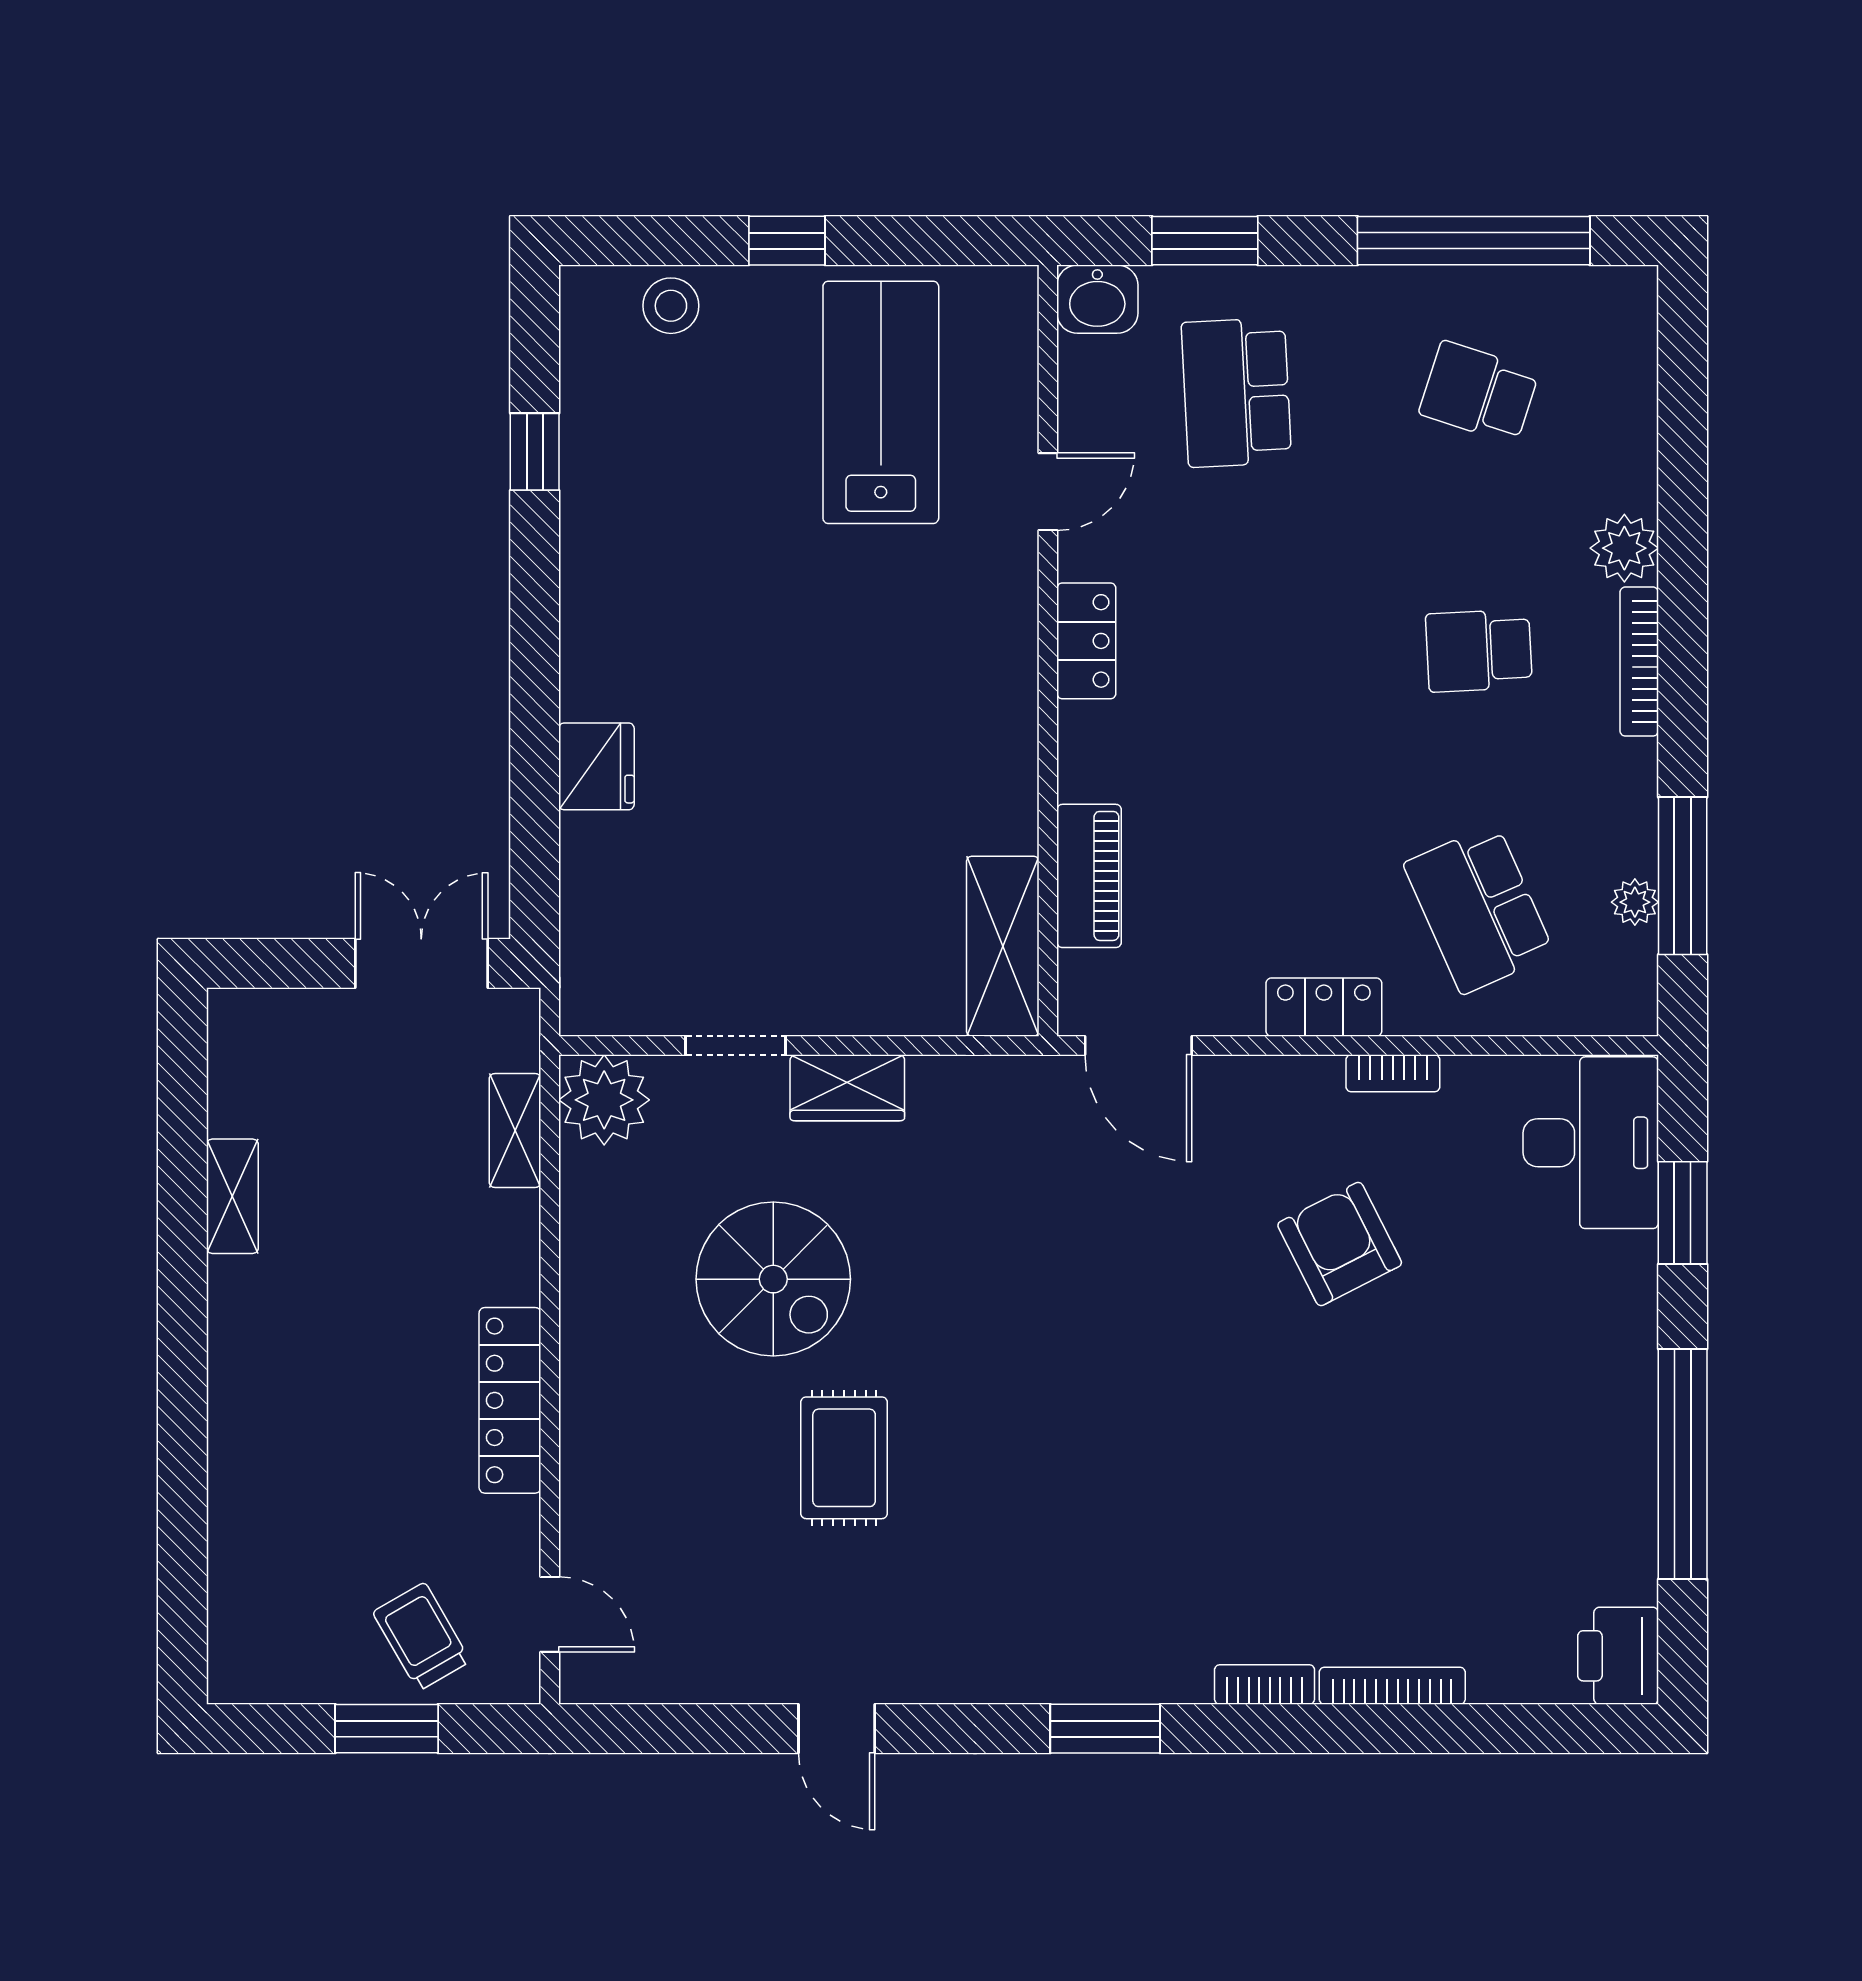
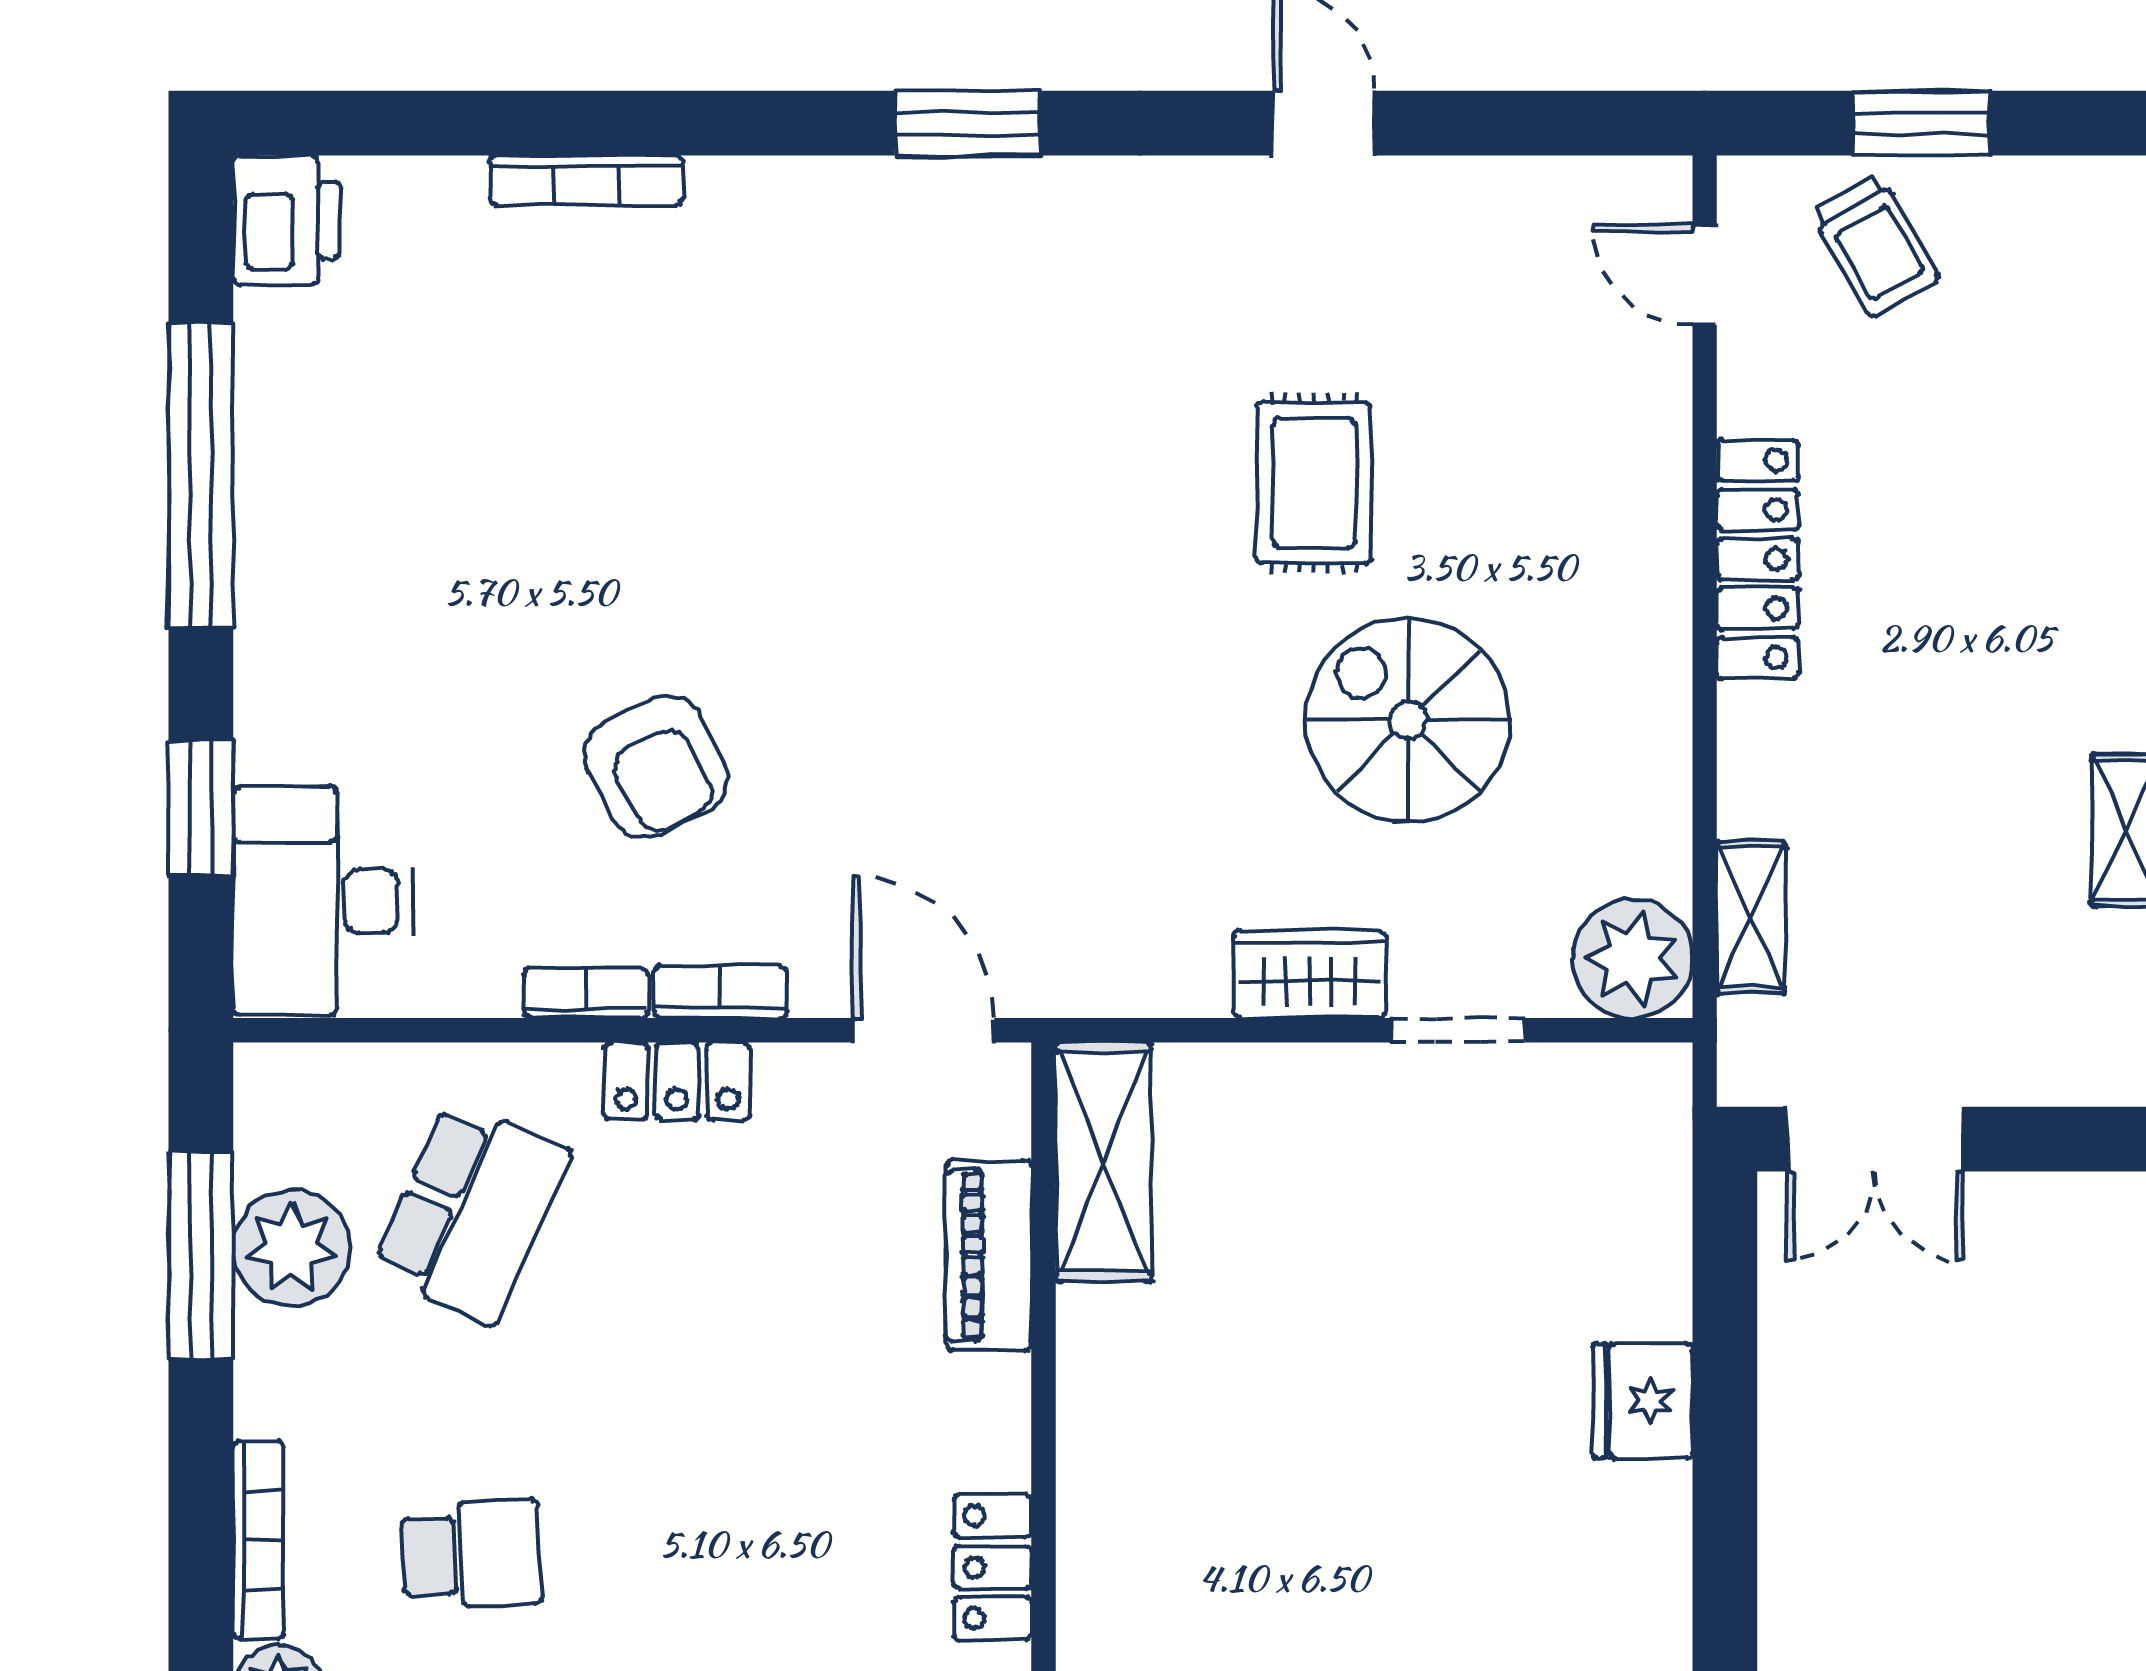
plant: (1635, 902) -> (291, 1248), width x1.88, depth x1.88
school desk: (1479, 909) -> (471, 1212), turned 48
bookcase: (1265, 1684) -> (720, 992), moved, turned 180

